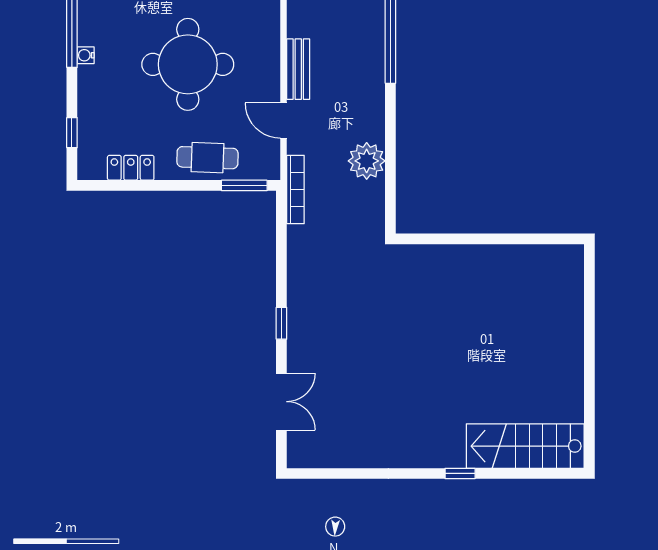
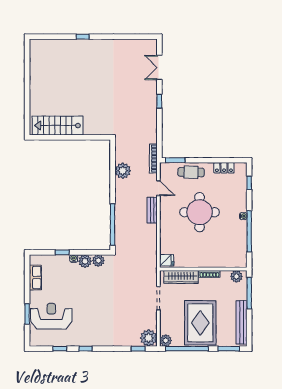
stairs: (525, 446) -> (58, 126), moved, turned 180

